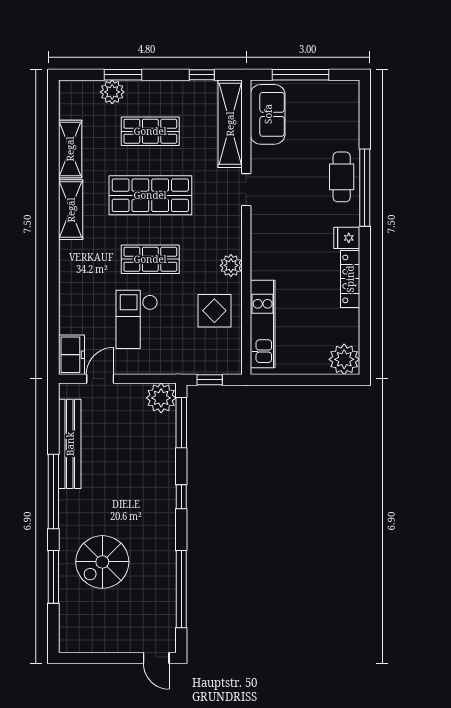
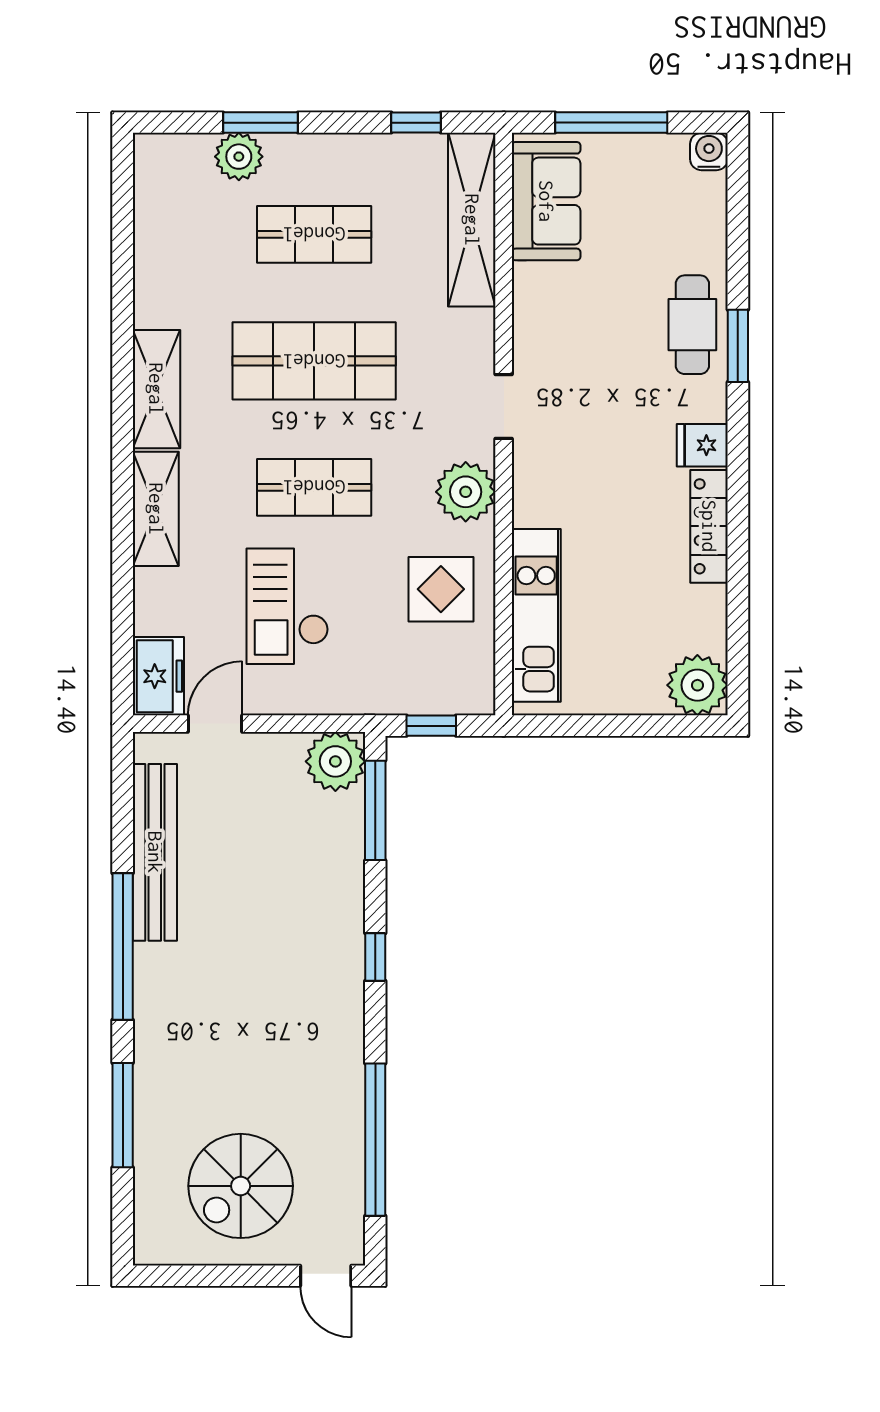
water cooler: (350, 89) -> (709, 152), added
shelving: (70, 149) -> (156, 509), moved
window: (365, 188) -> (738, 346), width x0.47
doorway: (246, 190) -> (504, 406), moved
plant: (231, 265) -> (466, 492), width x1.36, depth x1.36
spiral stairs: (102, 562) -> (241, 1186), moved

